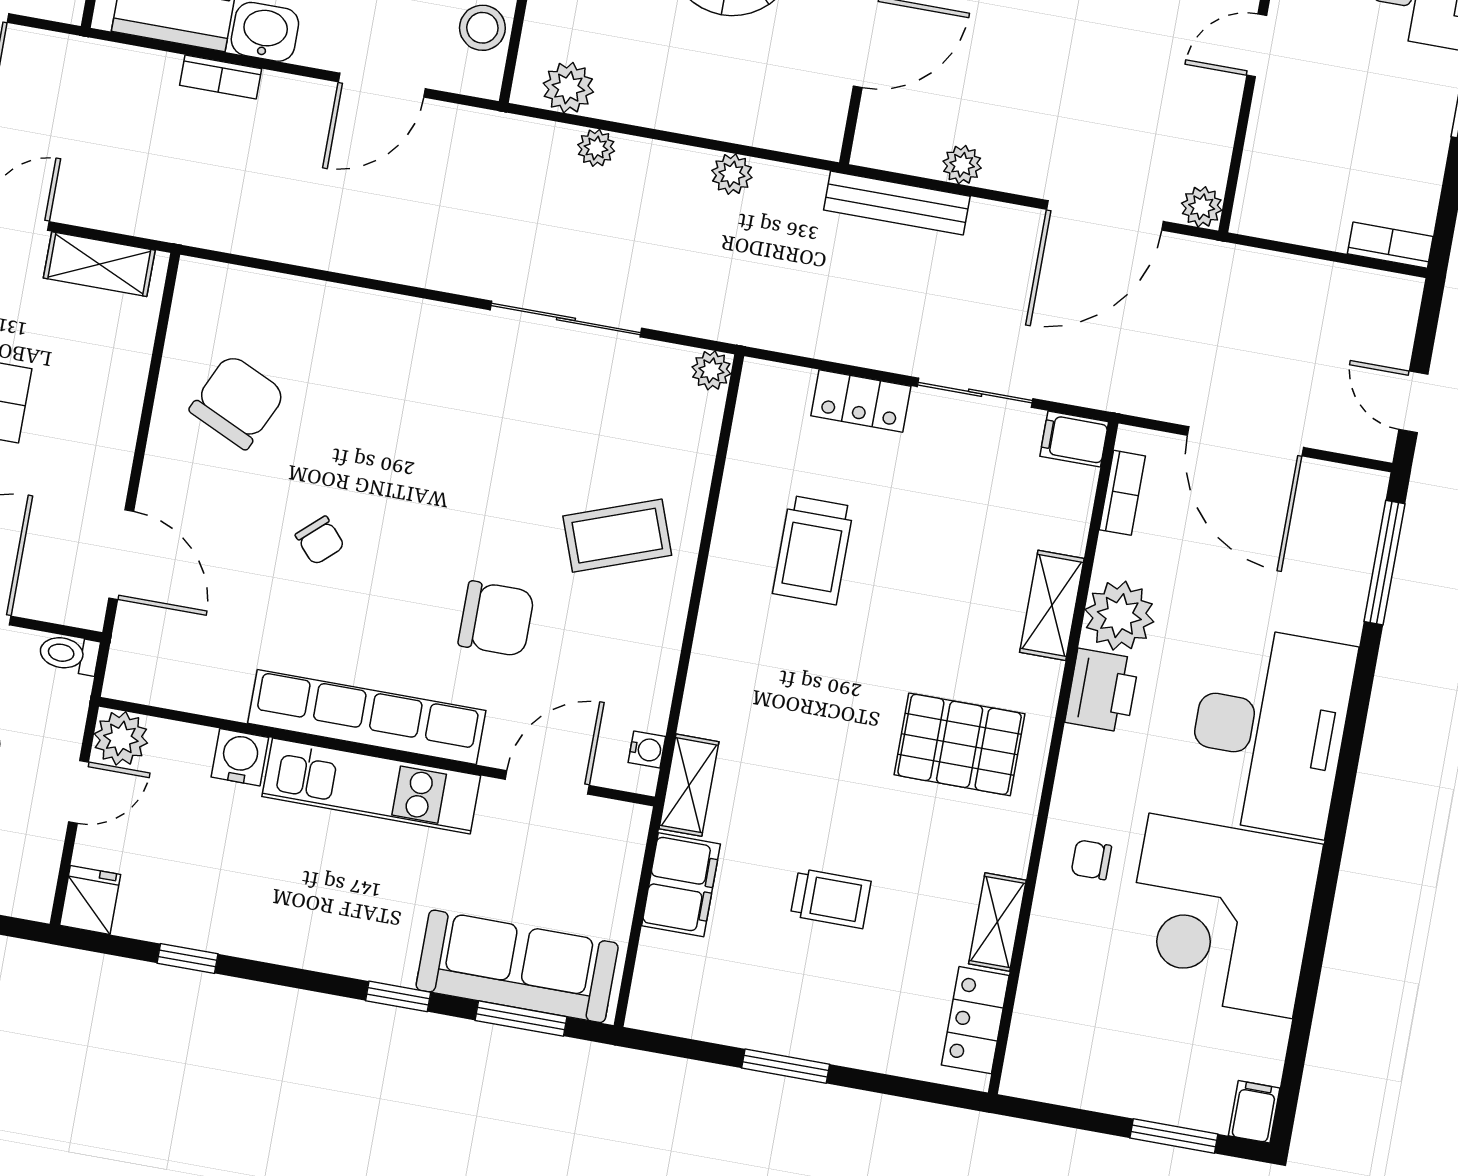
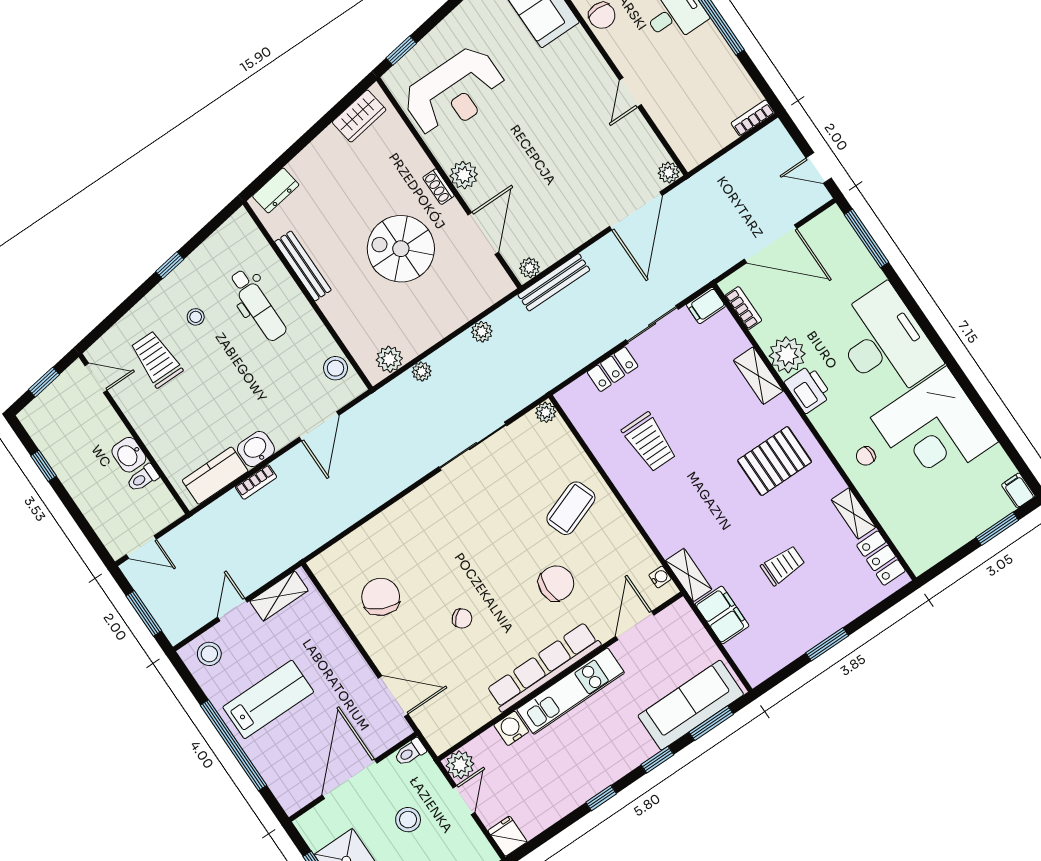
plant: (962, 165) -> (530, 268), moved
window: (187, 959) -> (601, 798), moved

